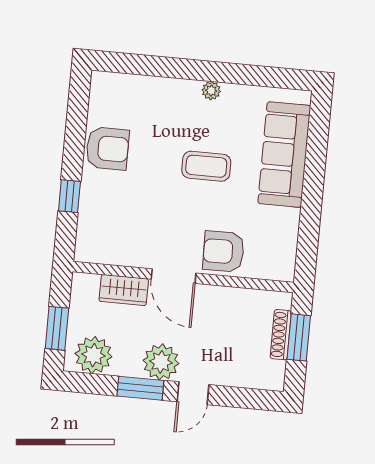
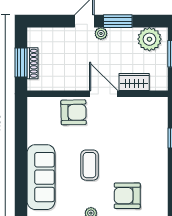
armchair: (107, 148) -> (127, 196), moved
coffee table: (206, 166) -> (89, 165), turned 90
plant: (161, 362) -> (101, 33), width x0.53, depth x0.53

